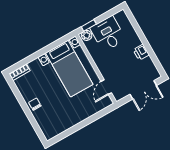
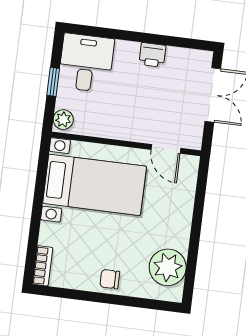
window: (89, 25) -> (53, 82), moved
desk: (108, 34) -> (86, 63), moved, turned 90
plant: (58, 125) -> (168, 267), added

